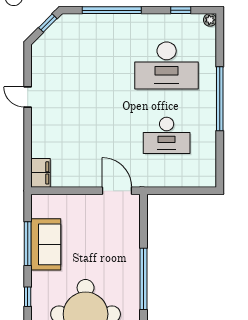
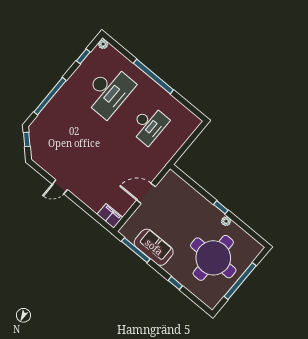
door: (117, 191) -> (146, 193), moved
window: (28, 244) -> (136, 250), moved
window: (144, 279) -> (221, 207), width x0.32
plant: (134, 296) -> (226, 221), added

